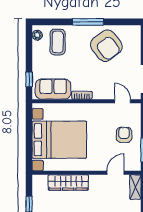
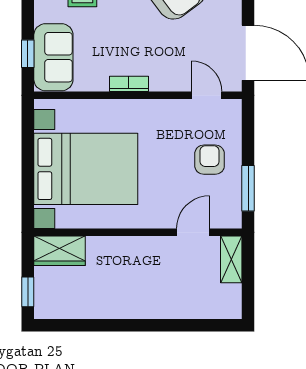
sofa: (53, 89) -> (53, 57), moved, turned 90
wardrobe: (68, 183) -> (60, 251), moved, width x0.67

